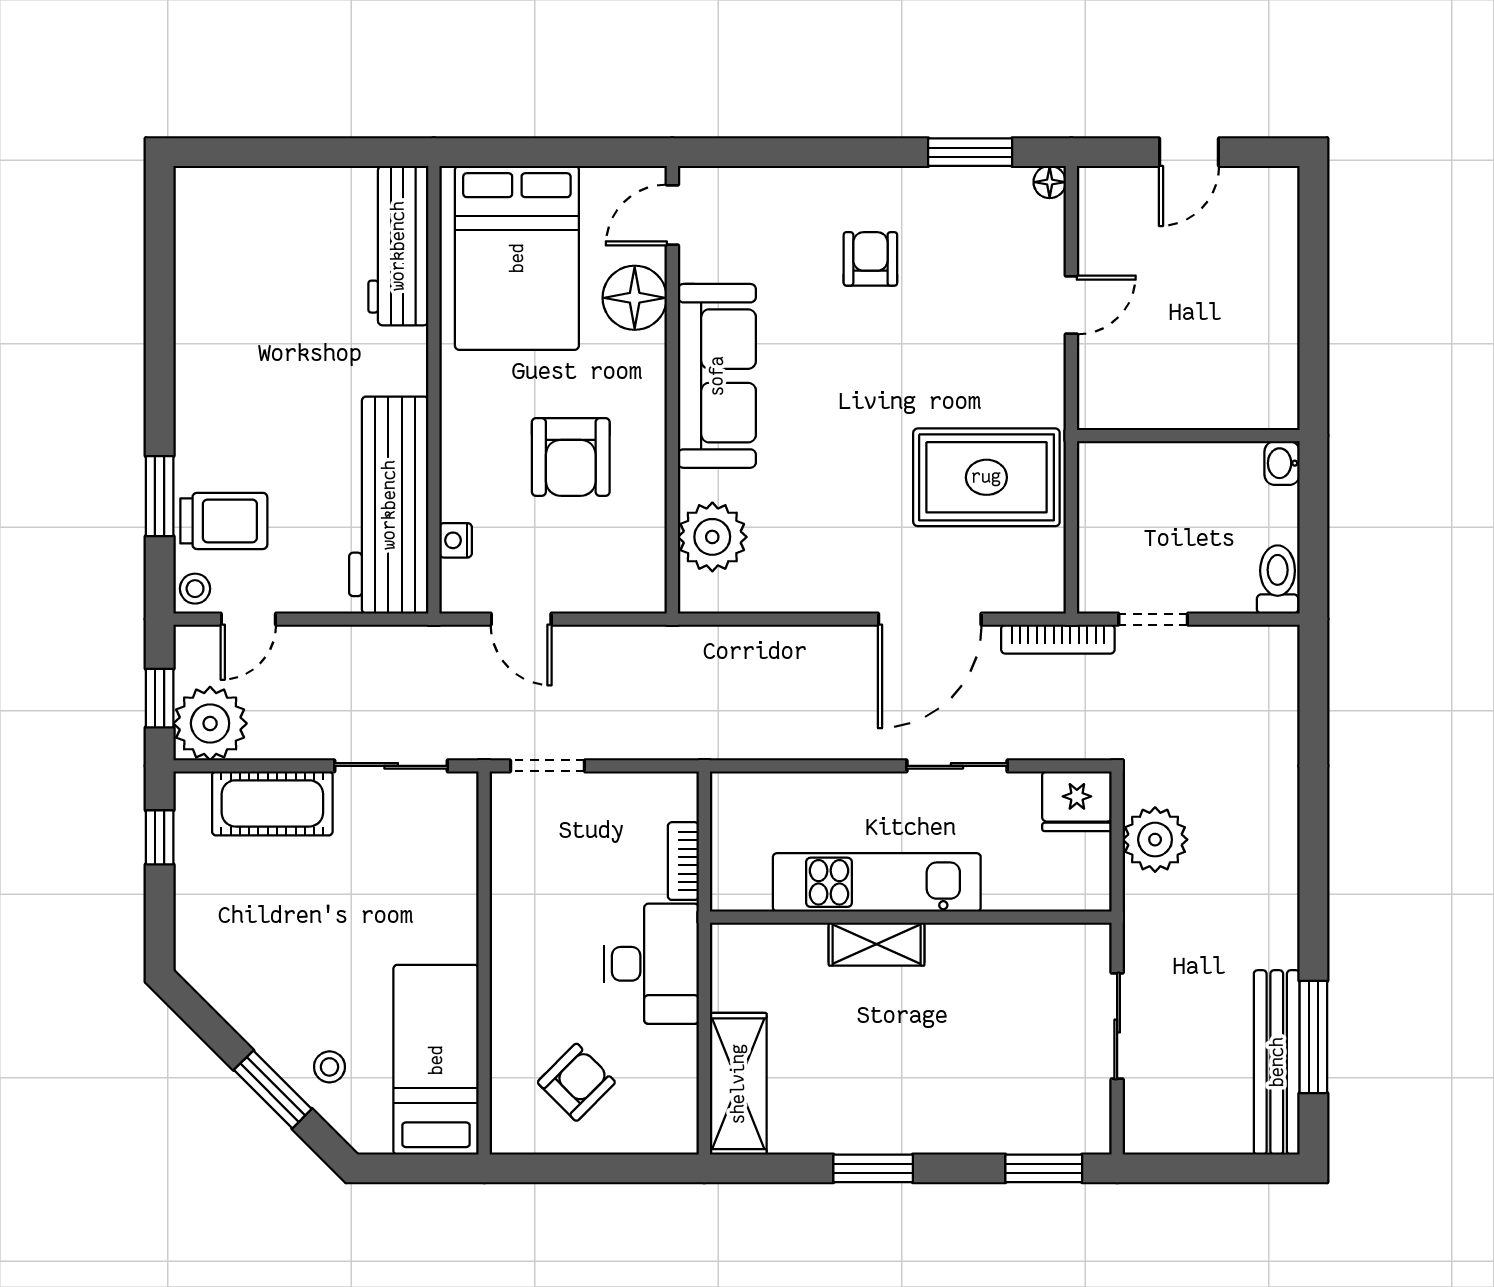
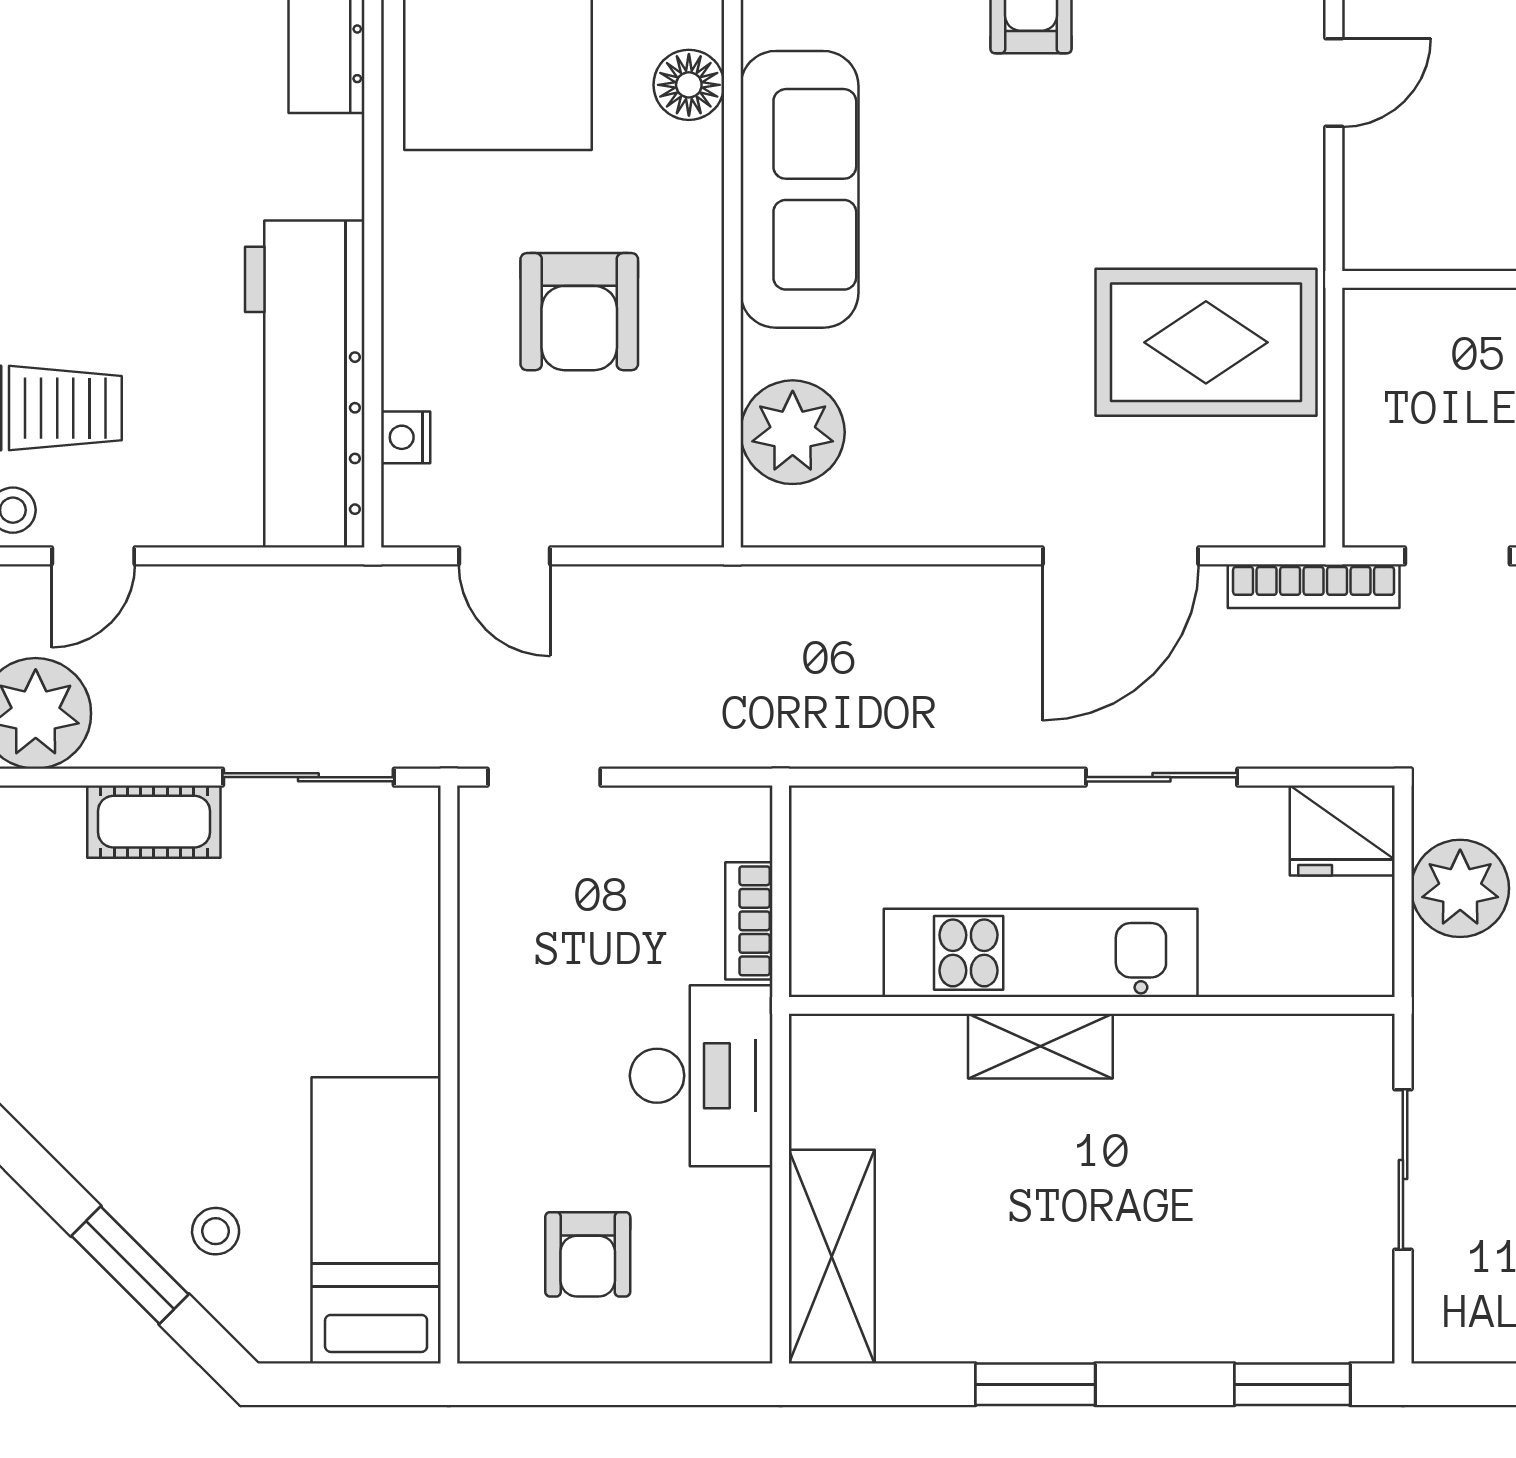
floor lamp: (635, 298) -> (689, 85), width x0.73, depth x0.73
cot: (272, 803) -> (154, 822), width x0.73, depth x0.75
armchair: (576, 1082) -> (588, 1254), turned 135

